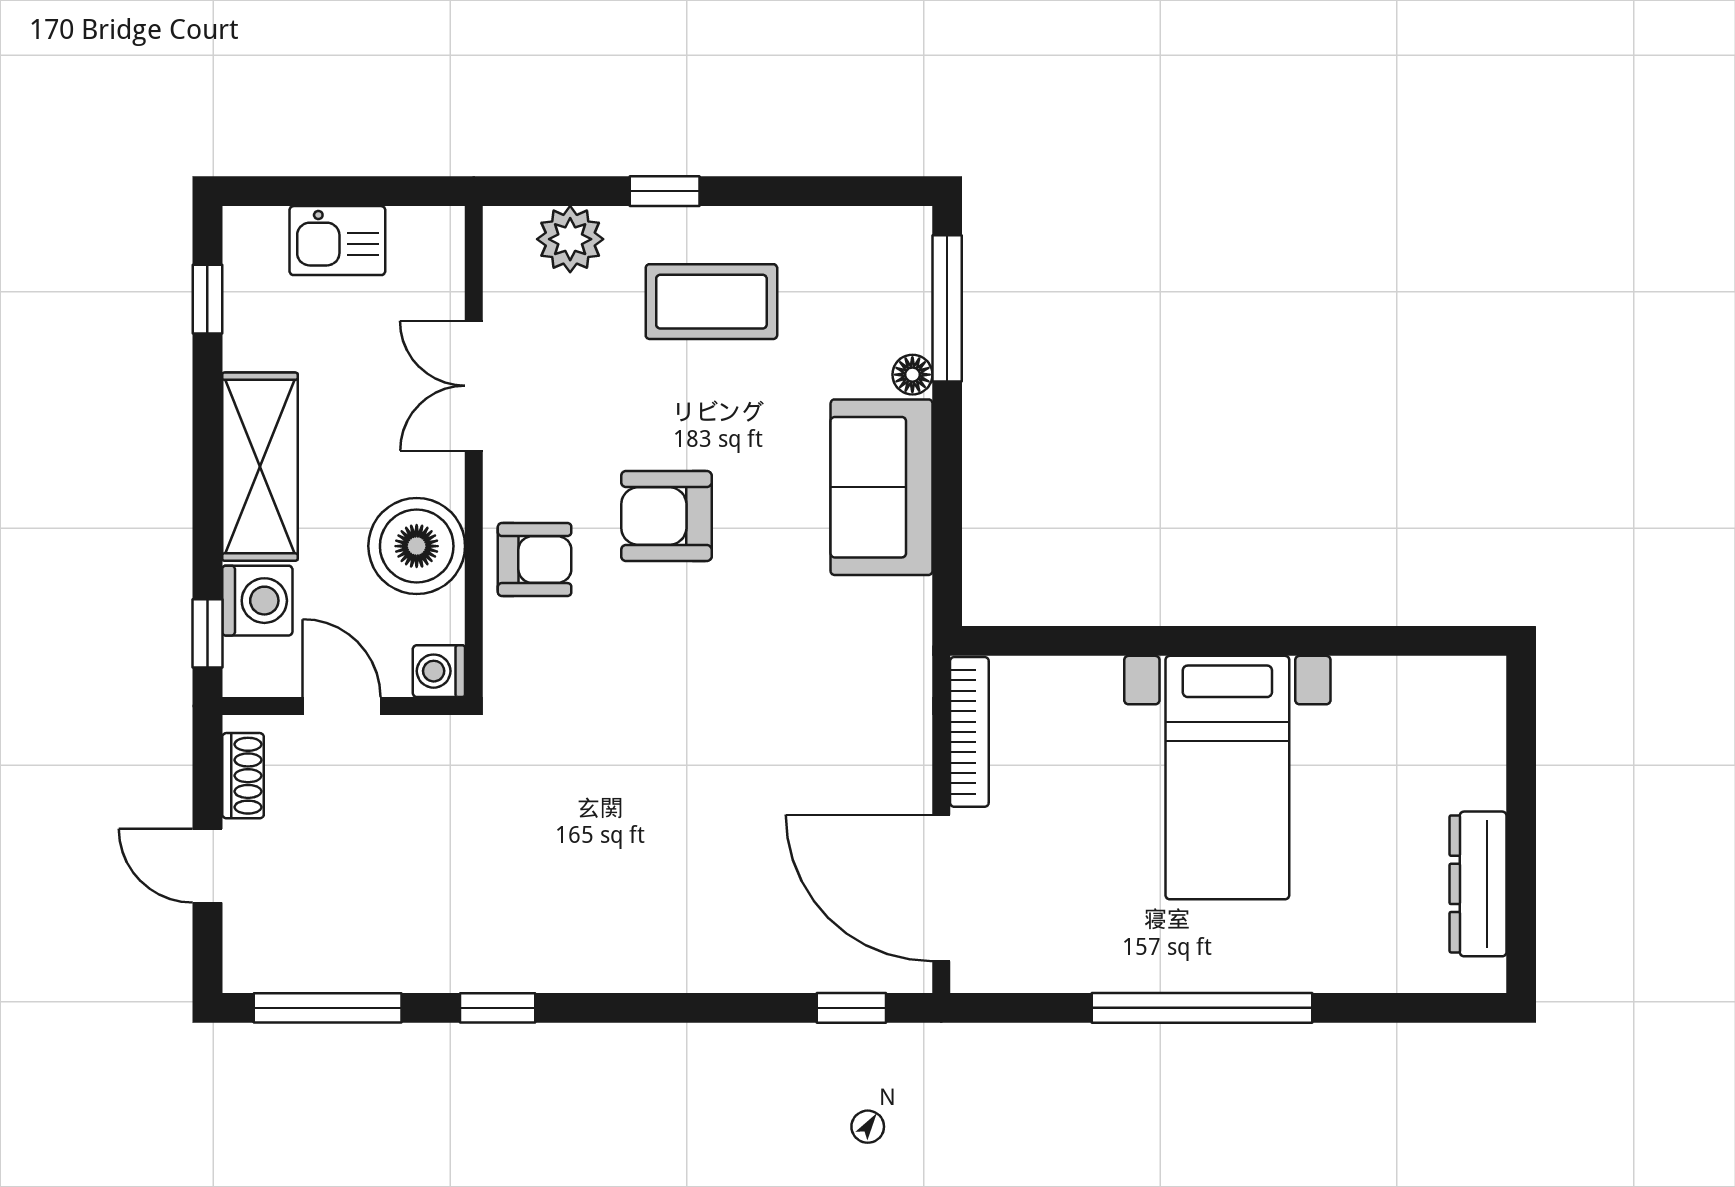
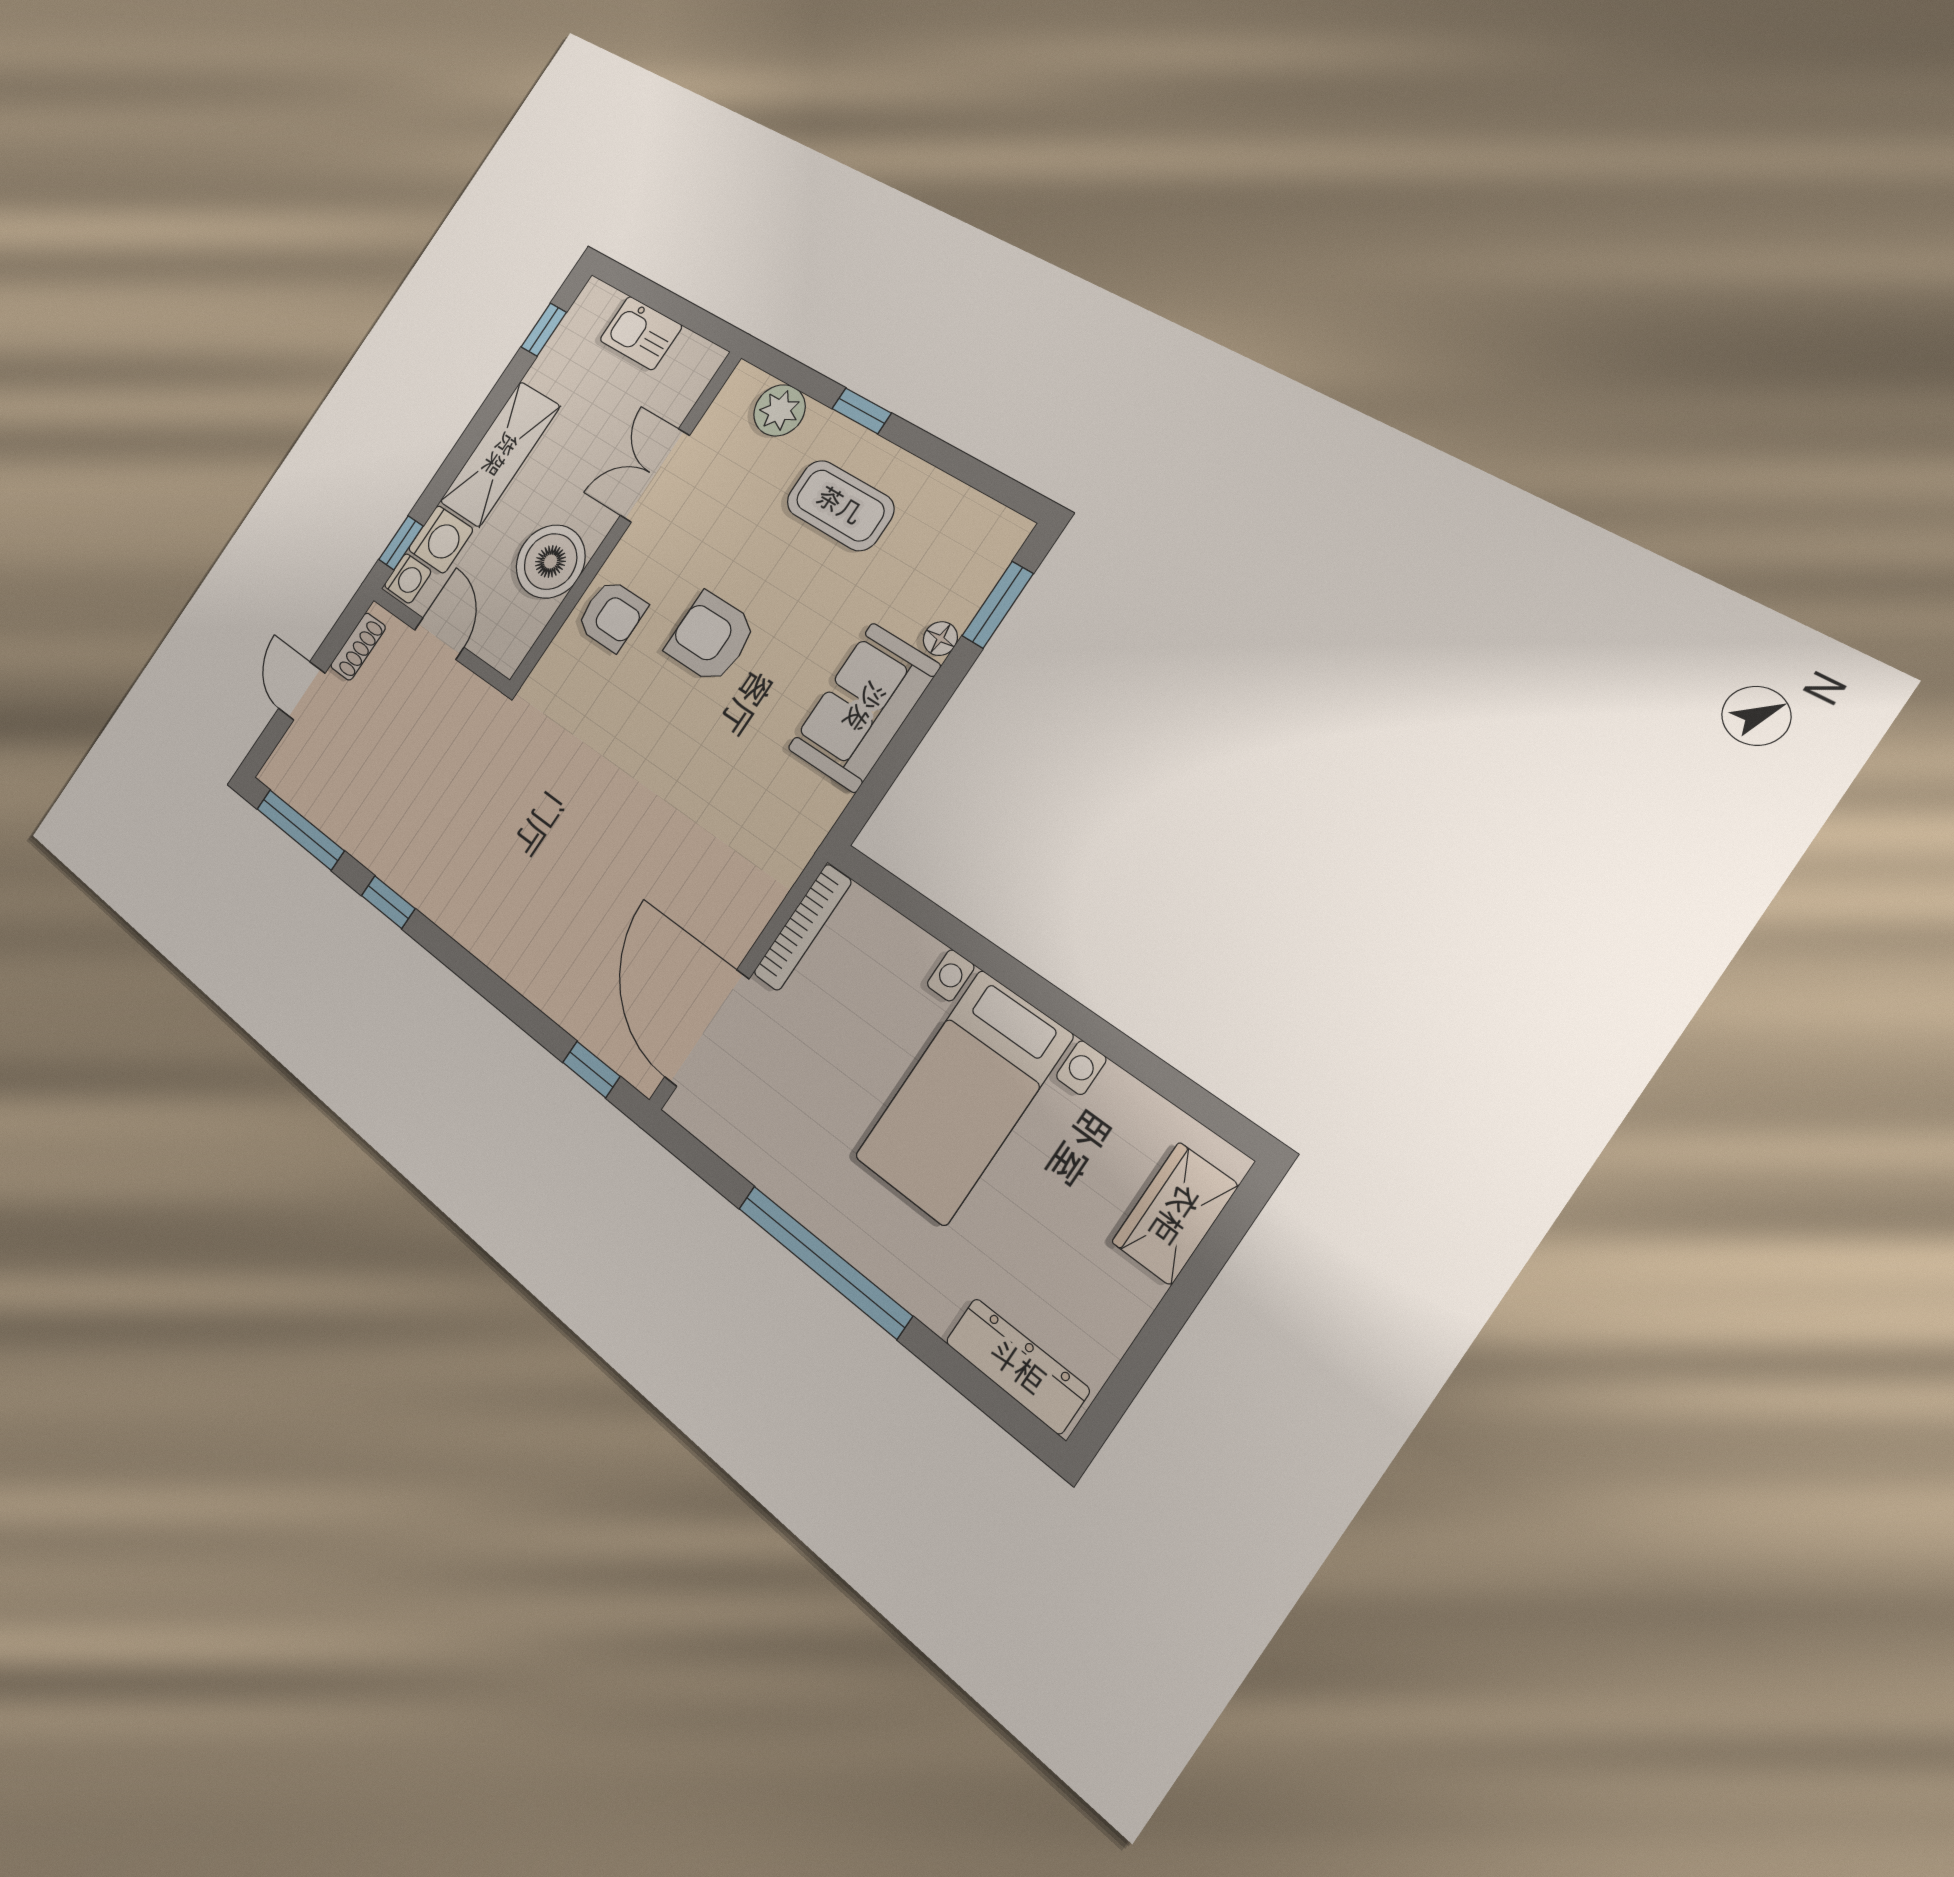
window: (947, 308) -> (998, 605), width x0.69
washing machine: (439, 671) -> (408, 578), moved, turned 180
wardrobe: (1471, 745) -> (1175, 1214), added
dresser: (1478, 884) -> (1017, 1366), moved, turned 90

